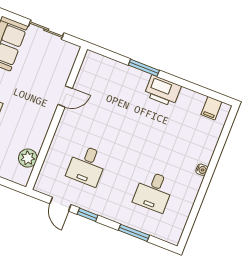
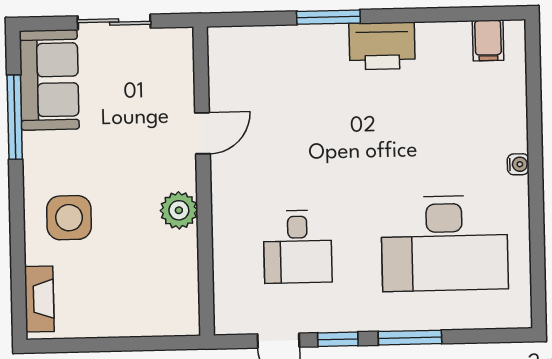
plant: (28, 158) -> (179, 210), moved
desk: (154, 192) -> (444, 243), width x1.87, depth x1.30
window: (134, 233) -> (410, 338), moved

